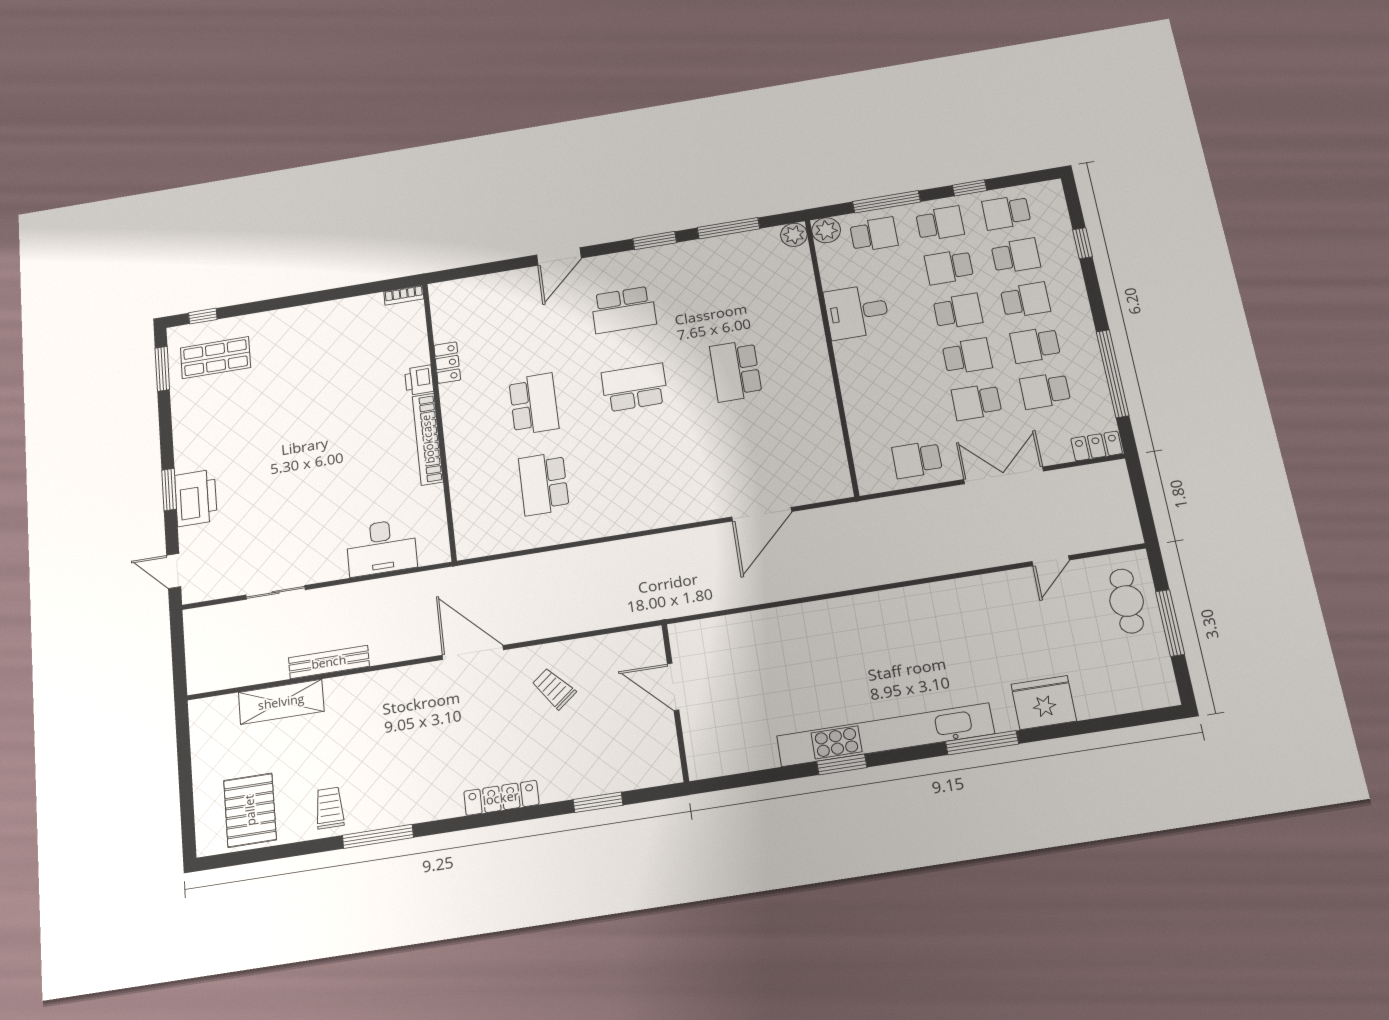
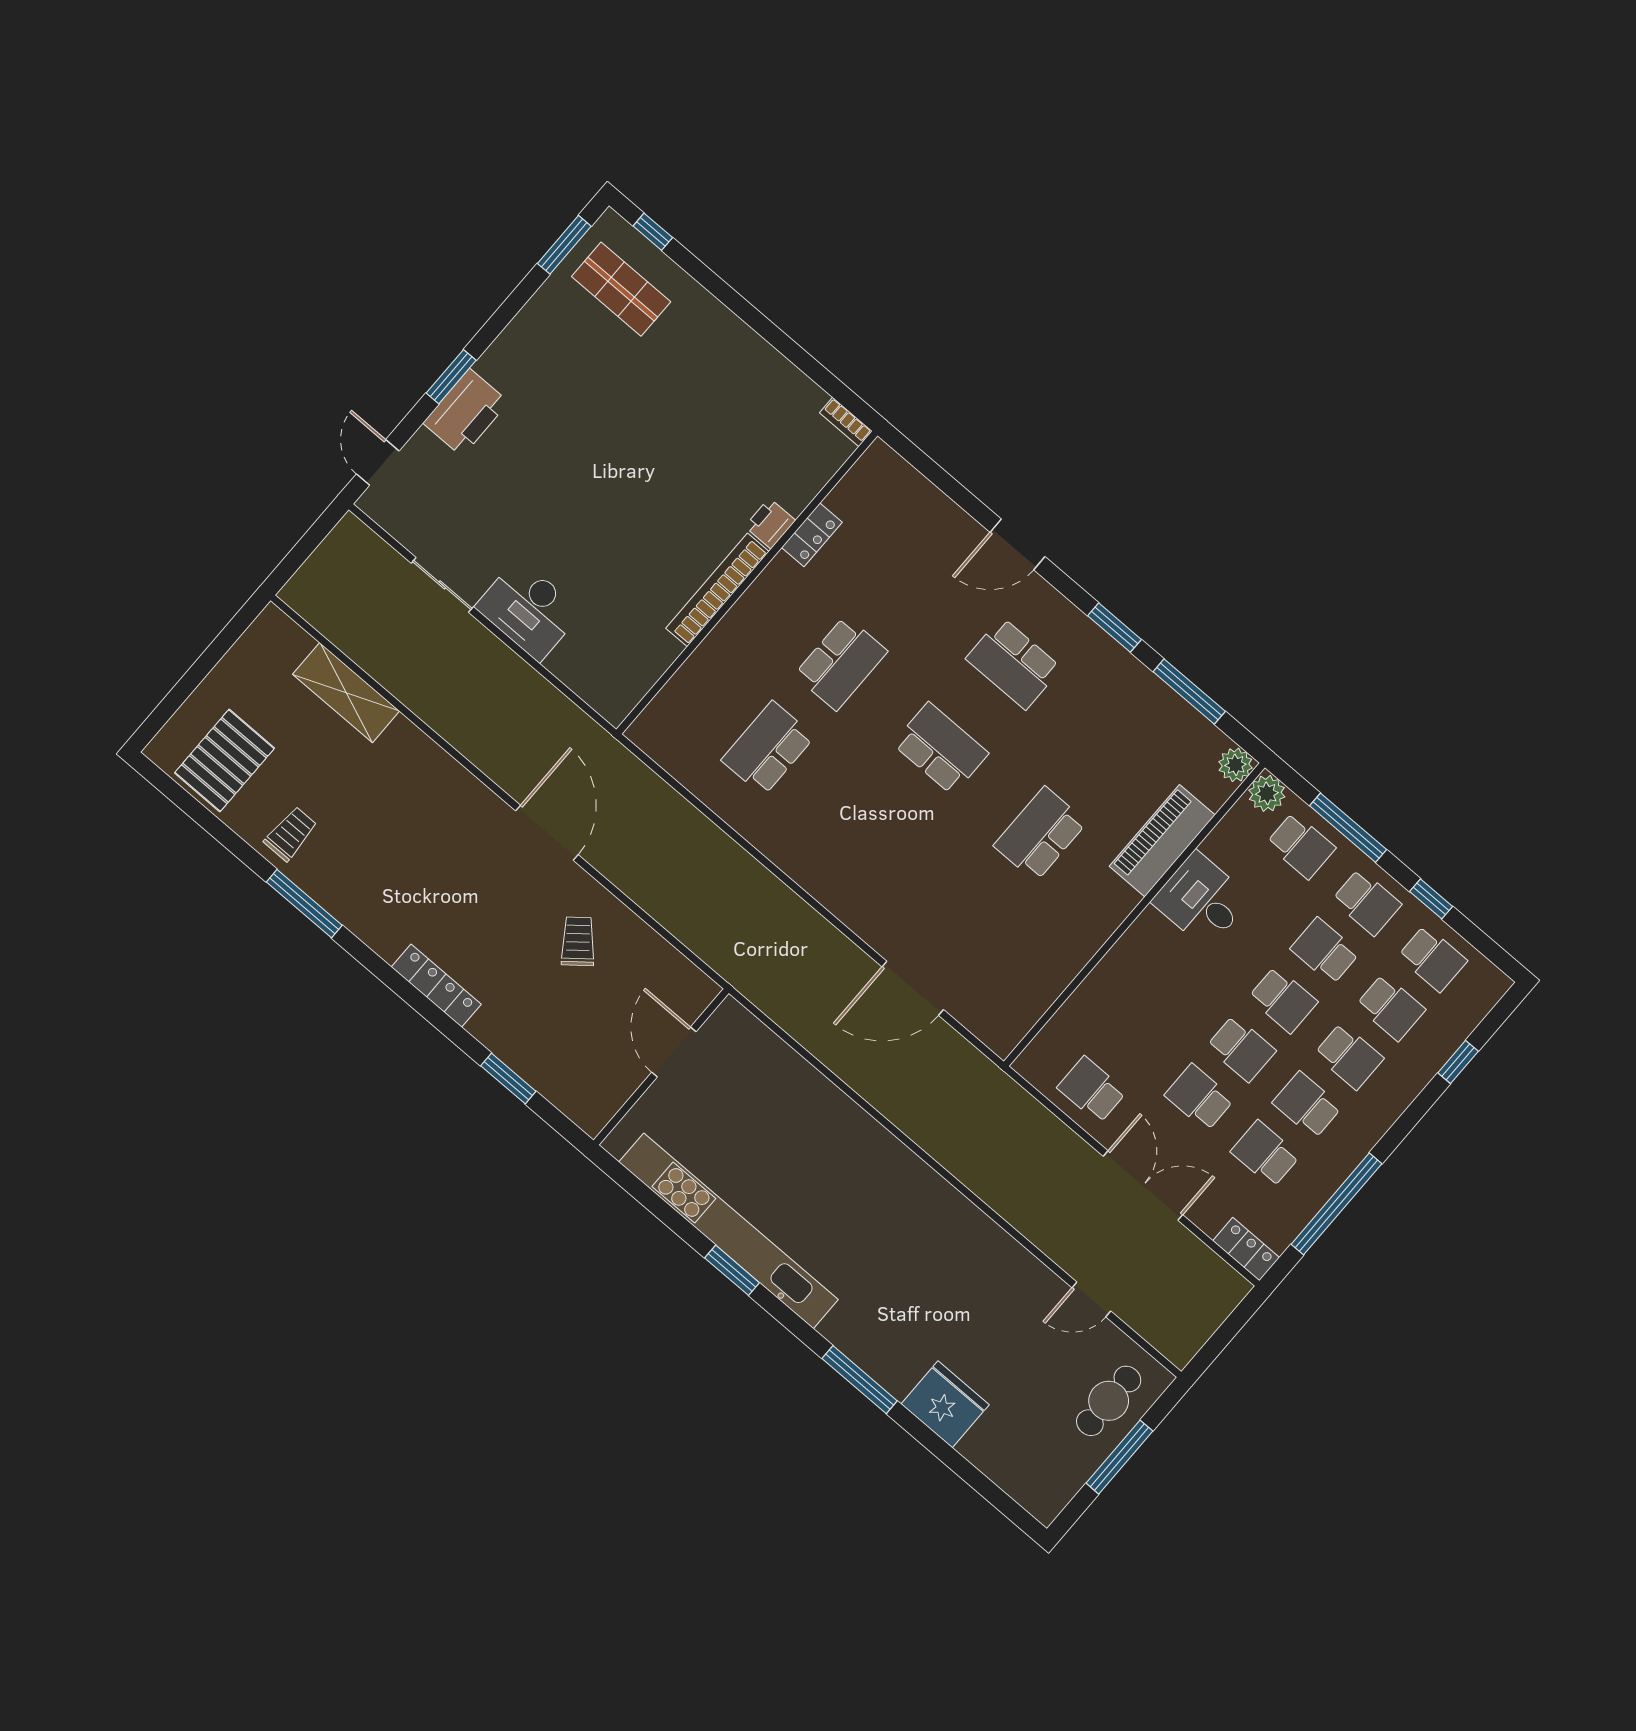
school desk: (1006, 212) -> (1433, 959), turned 180
piano: (802, 307) -> (1162, 841), added
desk: (381, 547) -> (529, 610), moved
bench: (329, 662) -> (421, 702), removed
kitchen unit: (885, 735) -> (729, 1231), moved

